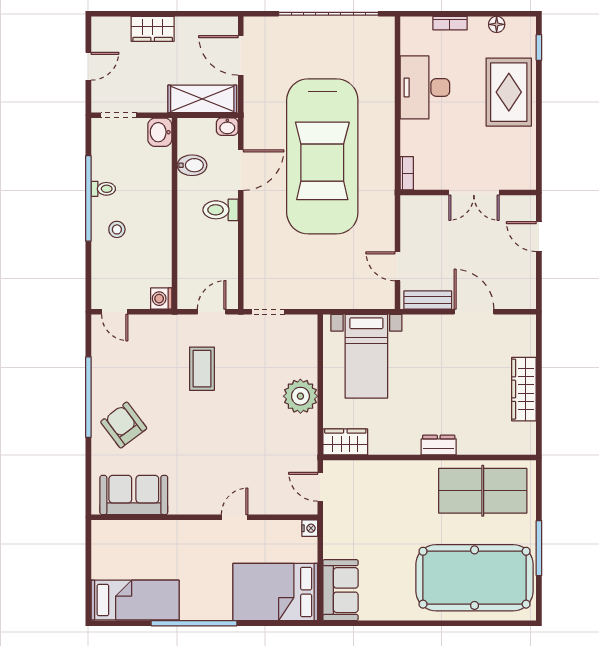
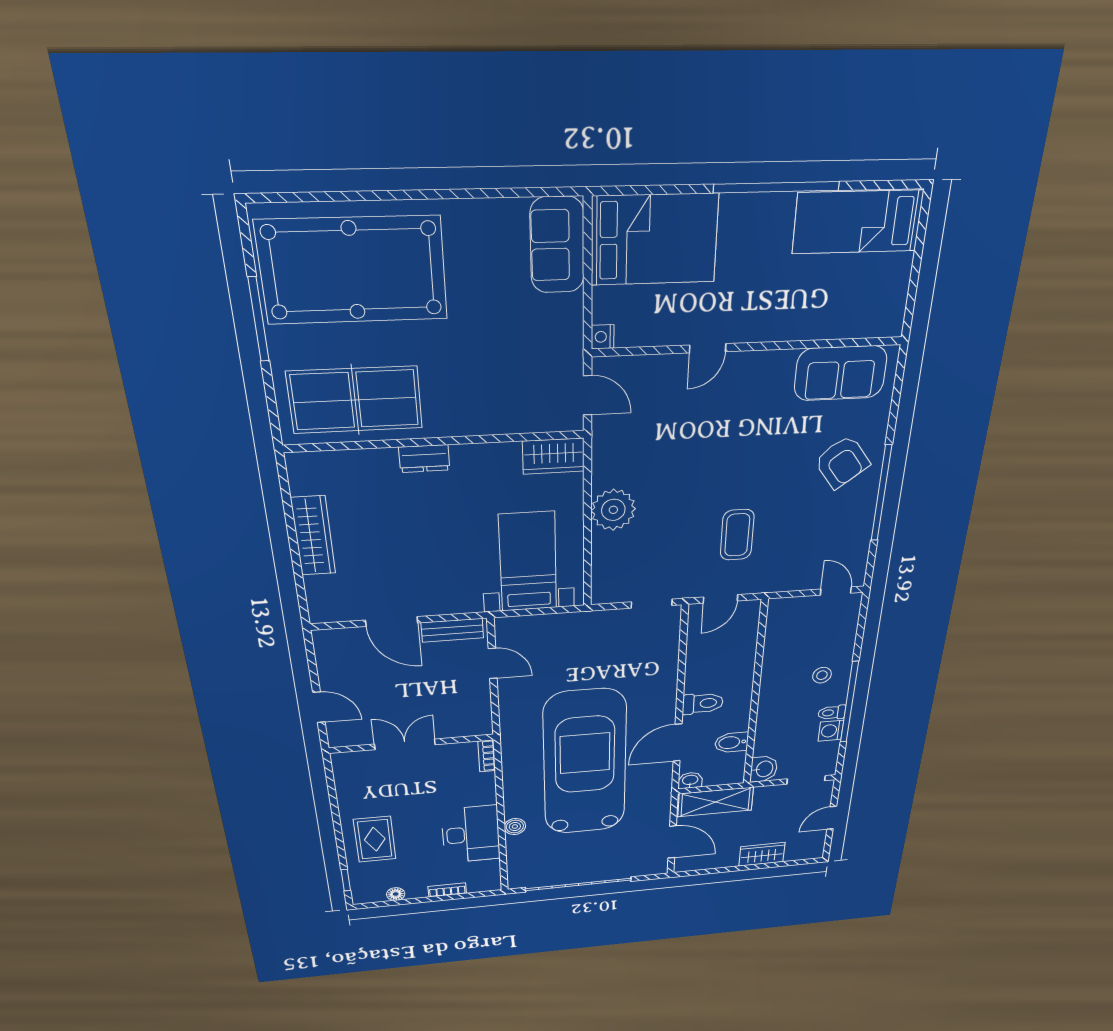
boiler: (385, 92) -> (515, 827), added
rug: (509, 92) -> (375, 839), width x0.73, depth x0.70
washing machine: (161, 299) -> (831, 731), moved, turned 180

